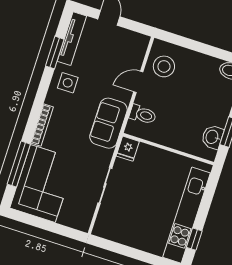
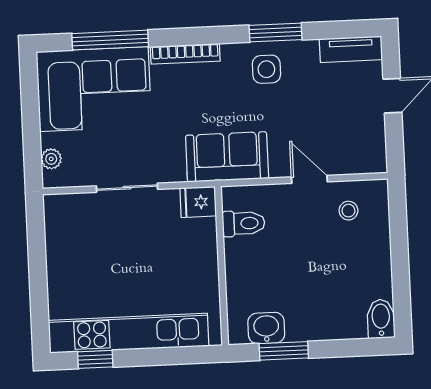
tv unit: (72, 39) -> (351, 49), width x0.71
window: (55, 53) -> (276, 33), moved
stool: (164, 66) -> (348, 211), width x0.53, depth x0.53
toilet: (143, 115) -> (244, 223), moved, turned -90
plant: (73, 222) -> (51, 159), added

